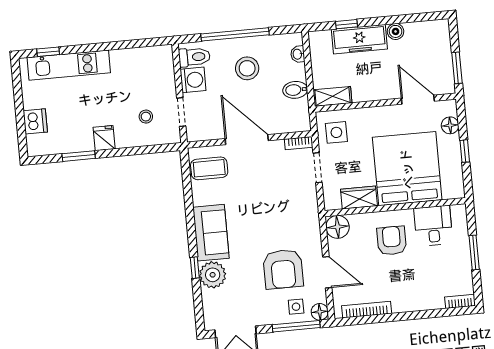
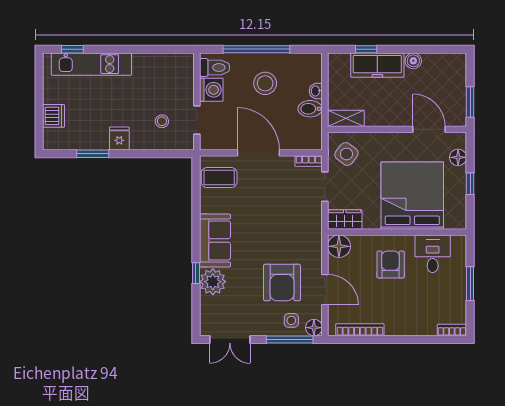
washbasin: (298, 54) -> (316, 91), moved
side table: (336, 132) -> (346, 154), turned 37
wardrobe: (359, 197) -> (345, 220), moved

